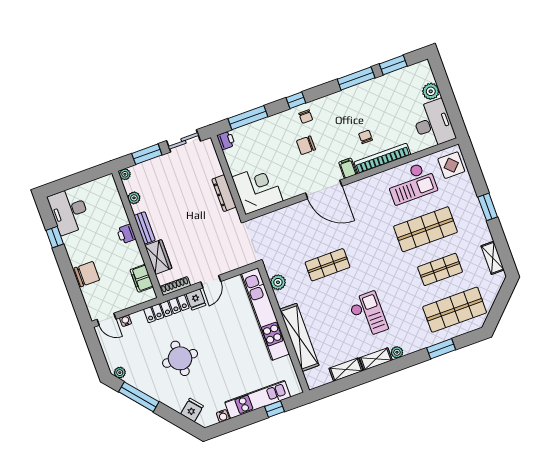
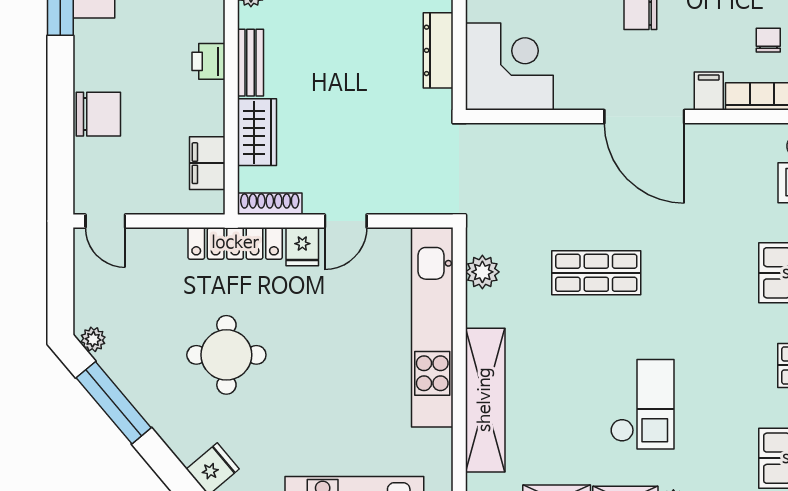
water cooler: (126, 321) -> (143, 238), removed

